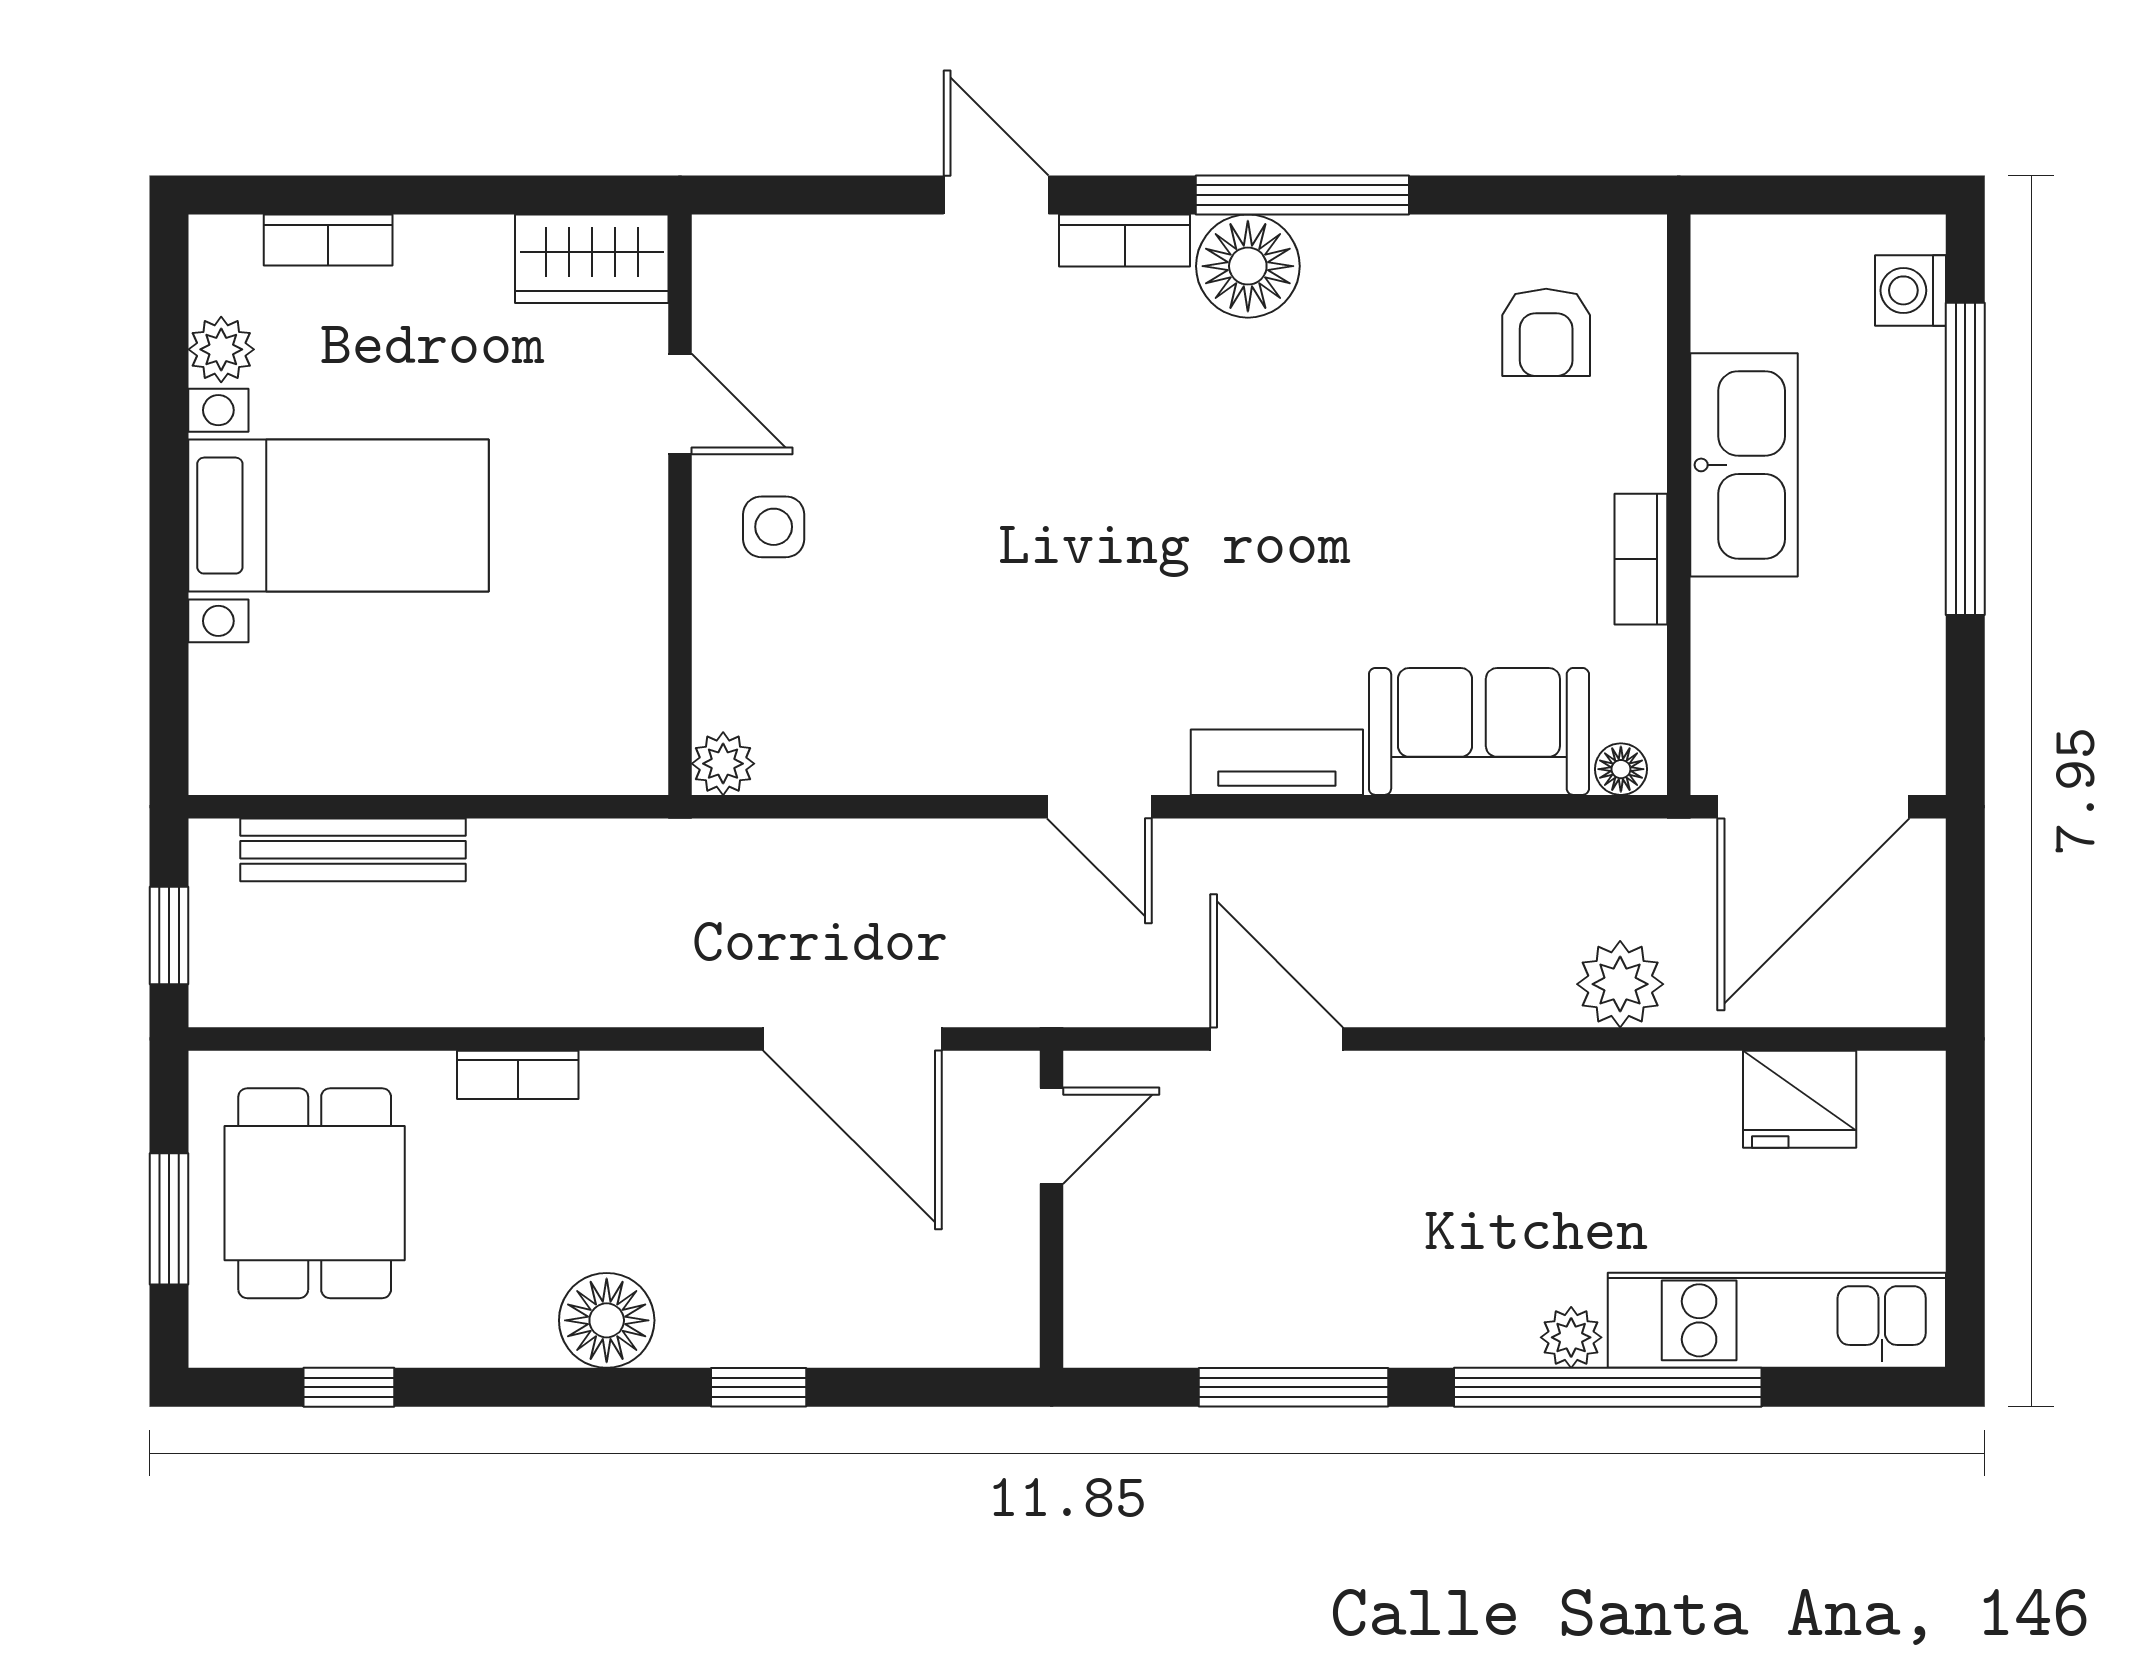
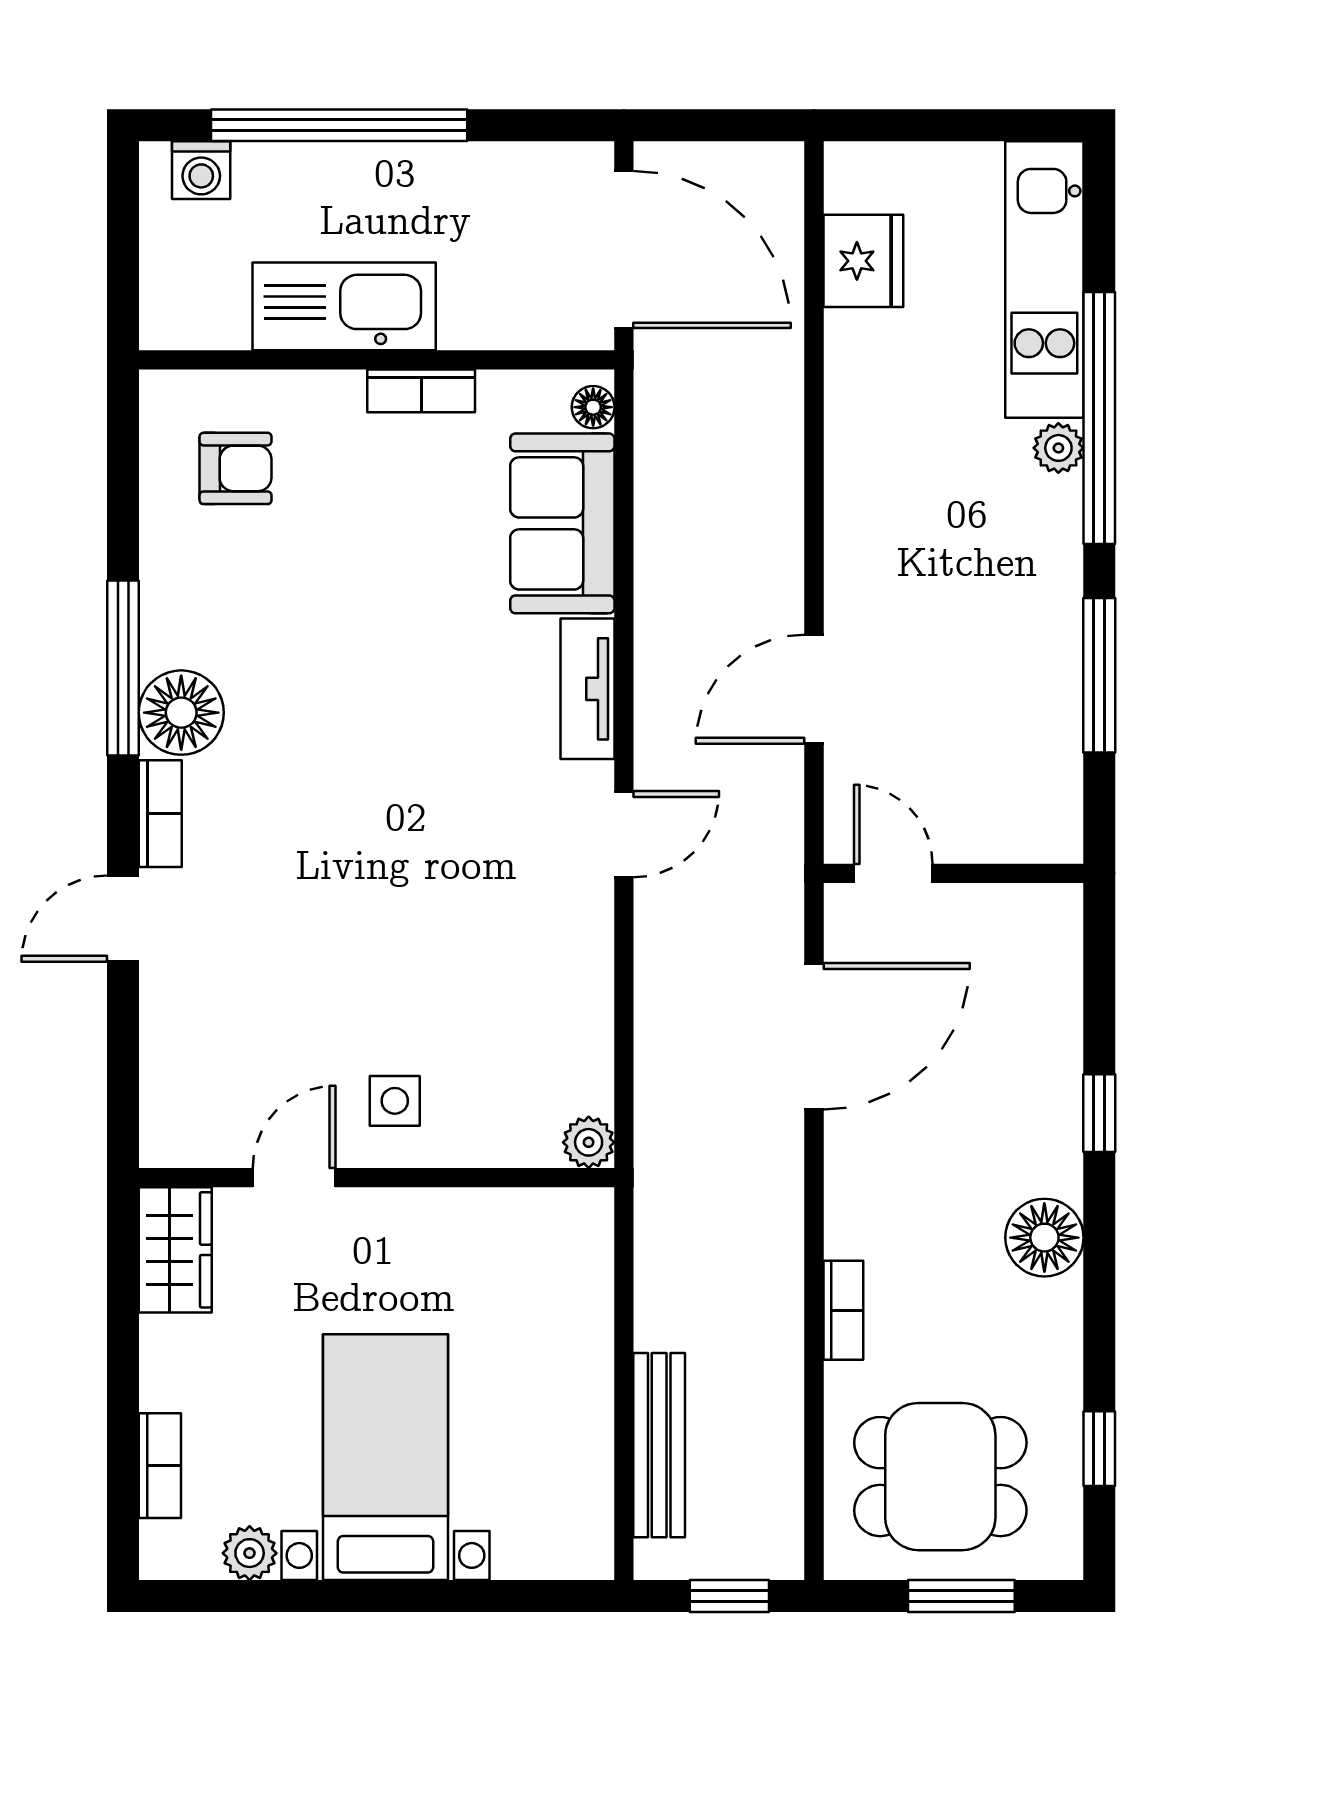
plant: (1620, 984) -> (769, 408), removed

